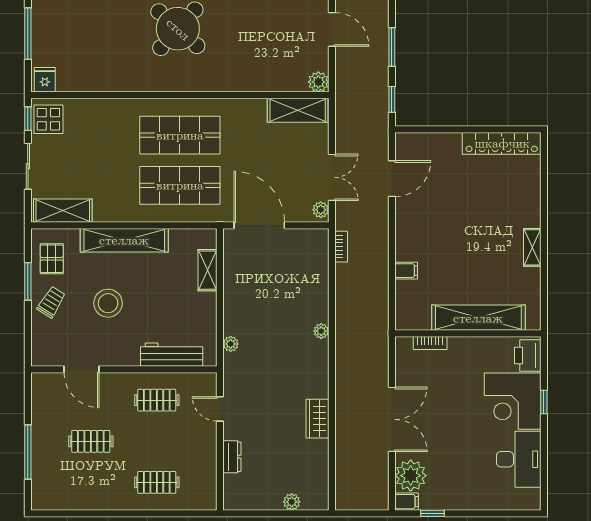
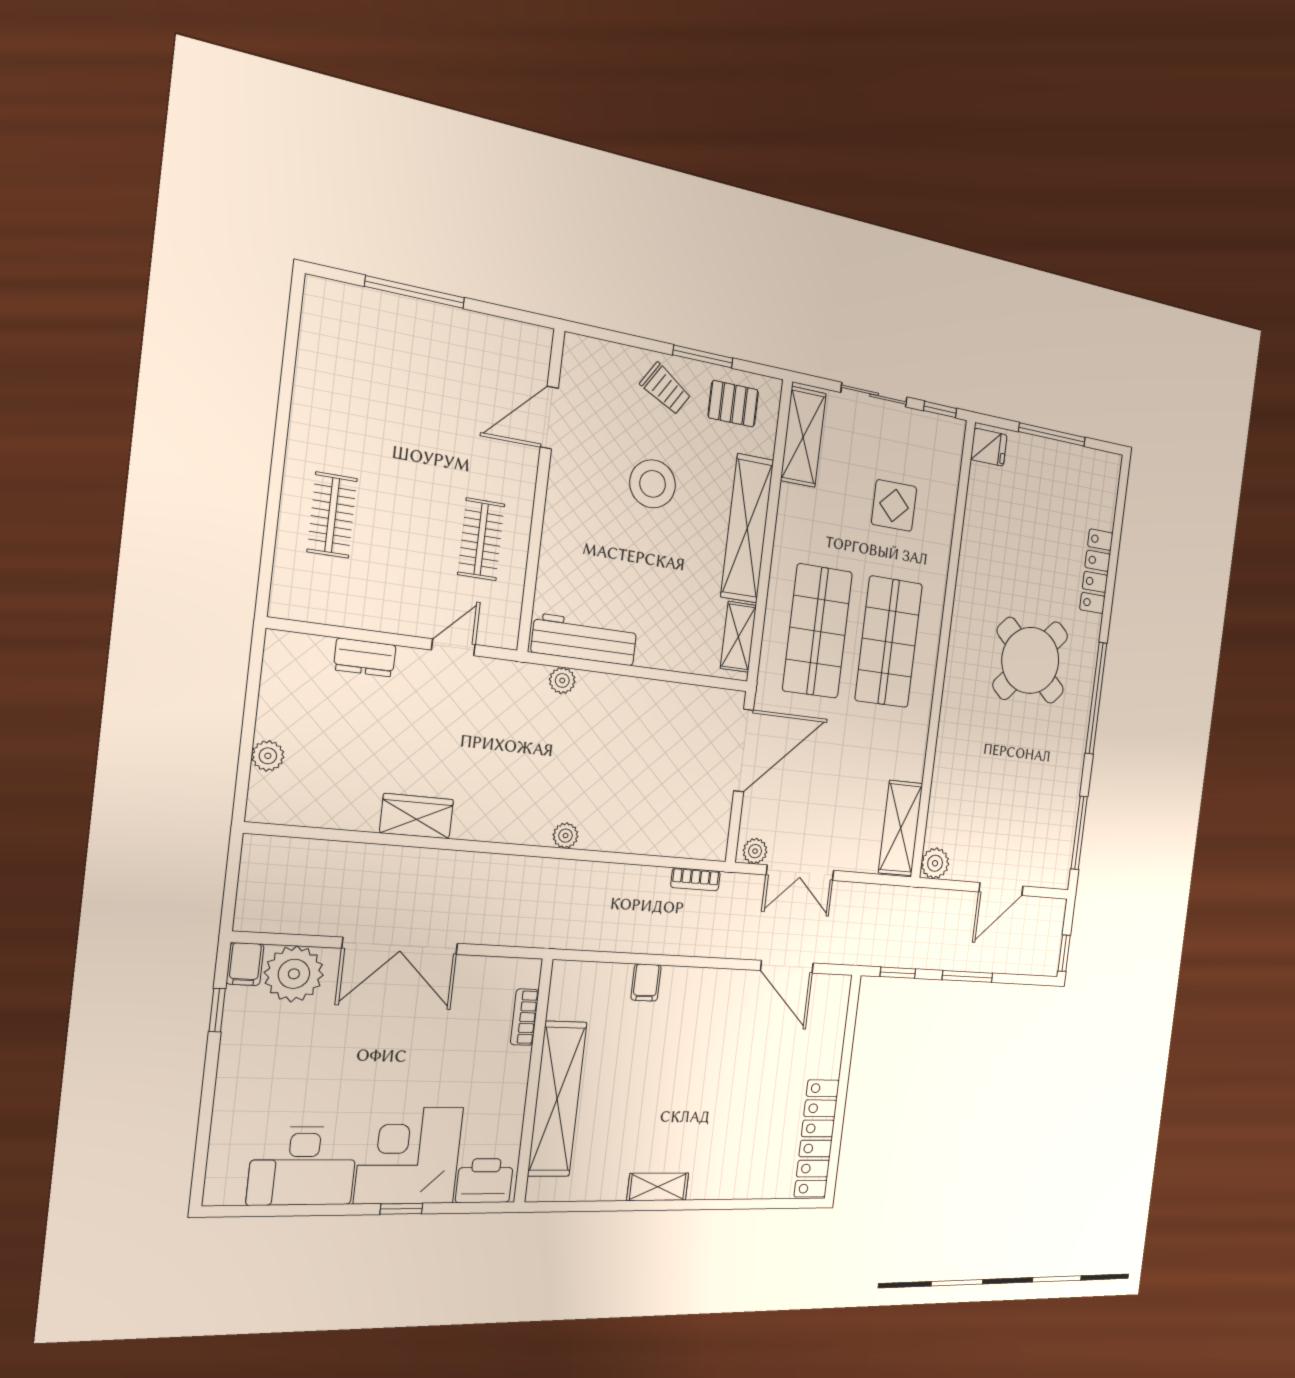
display table: (48, 119) -> (894, 506), moved
shelving: (207, 270) -> (738, 637), moved, turned 90
workbench: (172, 355) -> (584, 640), moved, turned -90
clothes rail: (91, 441) -> (421, 409), removed

